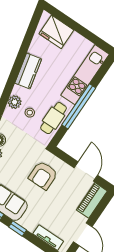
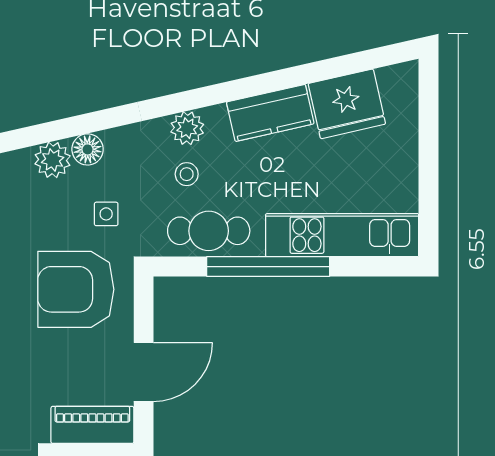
fridge: (56, 32) -> (347, 104), moved, turned -103
side table: (25, 148) -> (106, 214), added
armchair: (43, 175) -> (76, 289), width x1.36, depth x1.36

